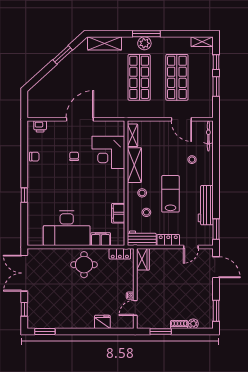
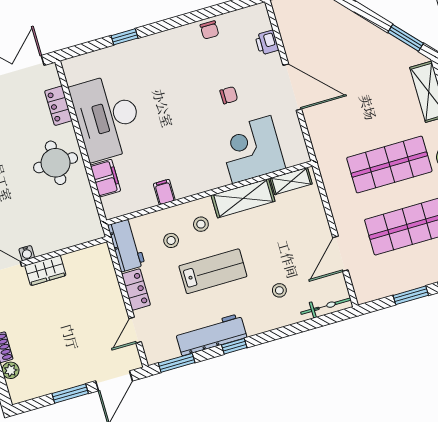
window: (63, 55) -> (406, 38), moved
printer: (40, 126) -> (267, 43), moved
window: (216, 194) -> (234, 346), added
window: (24, 195) -> (125, 37), moved
filing cabinet: (118, 213) -> (164, 192), width x0.50
door: (191, 247) -> (135, 330), hinge flipped
locker: (120, 254) -> (58, 106), moved
wardrobe: (143, 259) -> (45, 270), moved
window: (216, 311) -> (70, 394), moved

